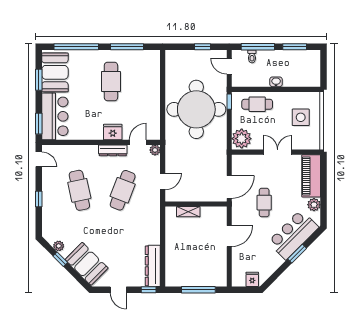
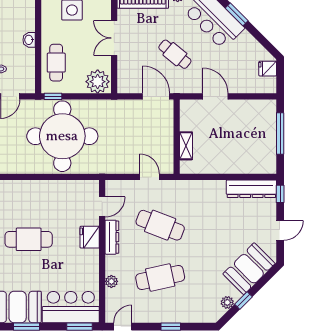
door: (138, 142) -> (102, 207), swing flipped
plant: (155, 150) -> (111, 281), moved
cafe table: (264, 203) -> (175, 54), turned 39

